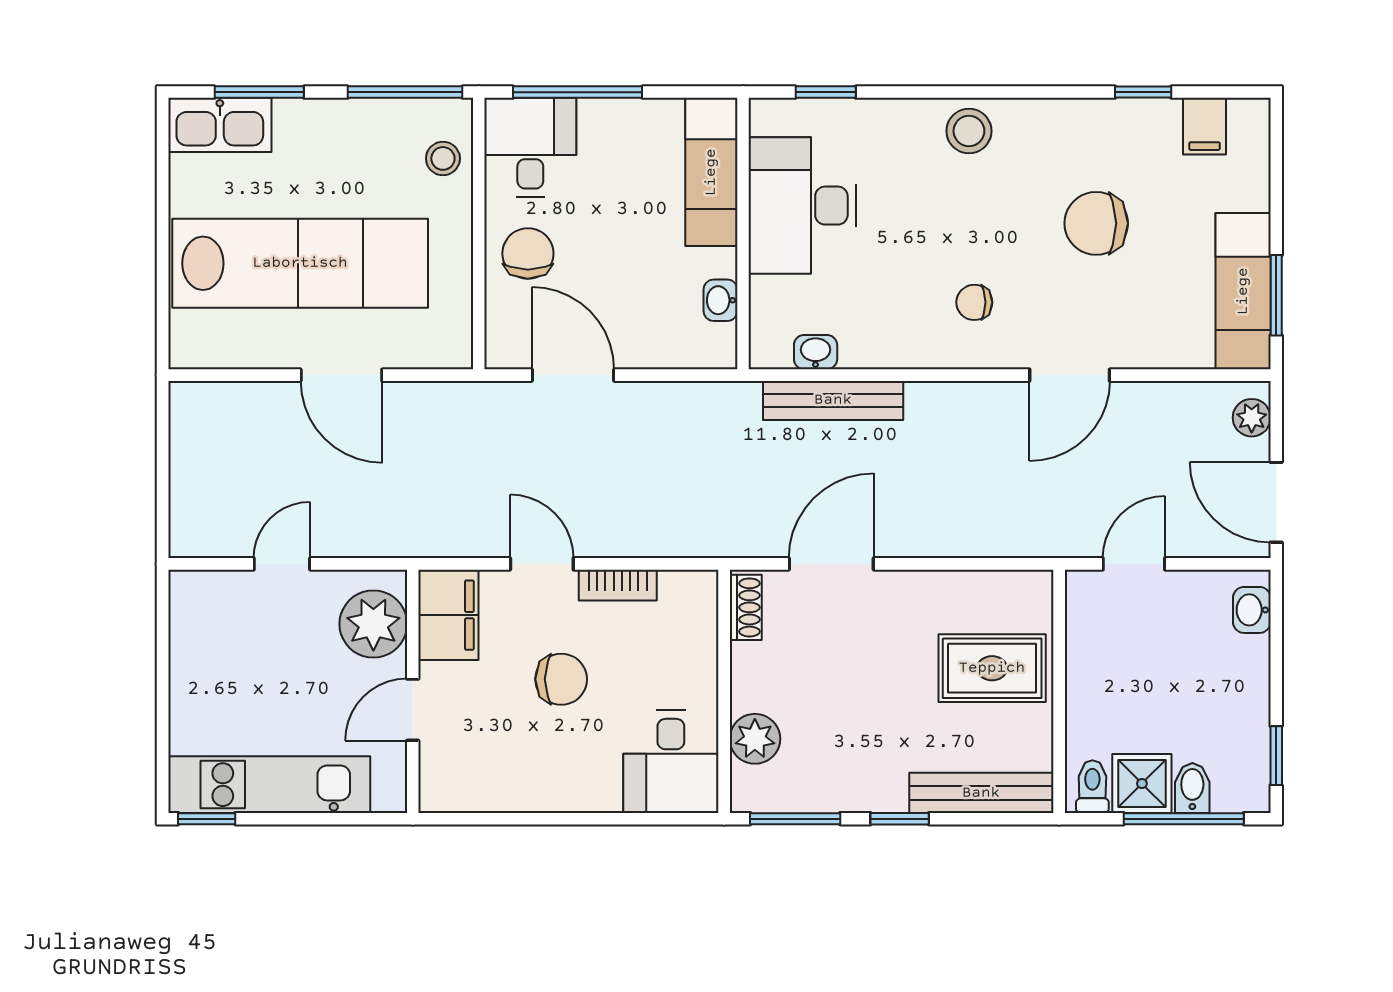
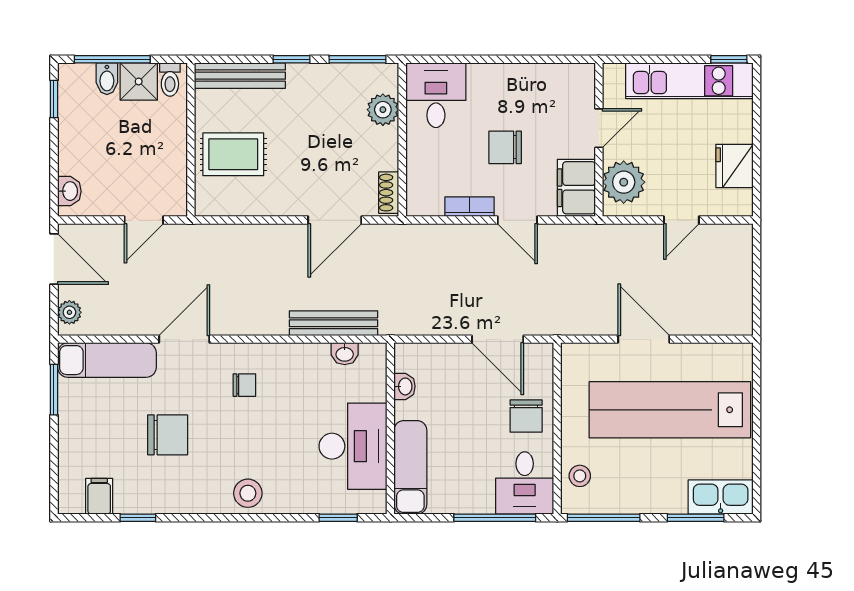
exam couch: (1243, 291) -> (107, 360), moved, turned 90
fridge: (198, 650) -> (734, 166), added

